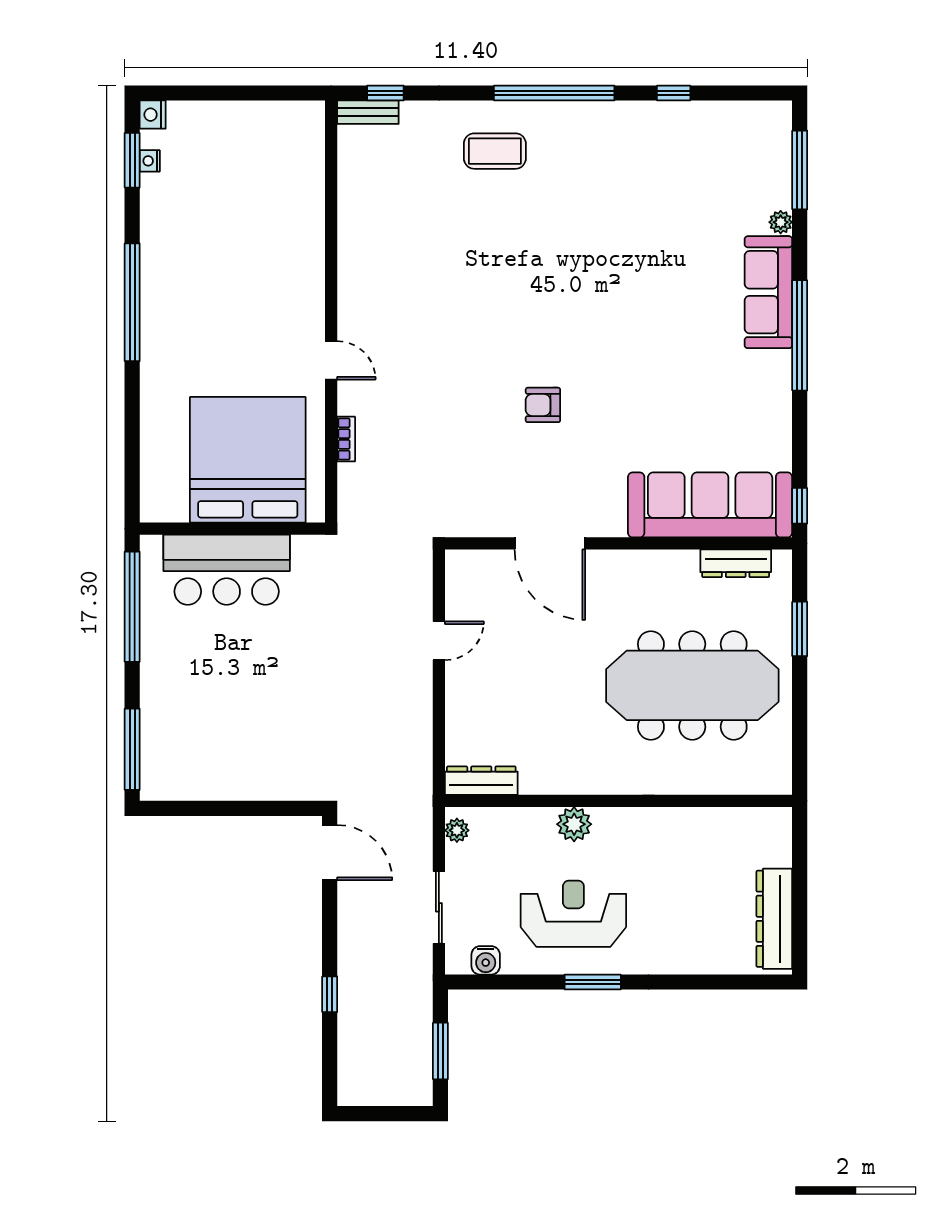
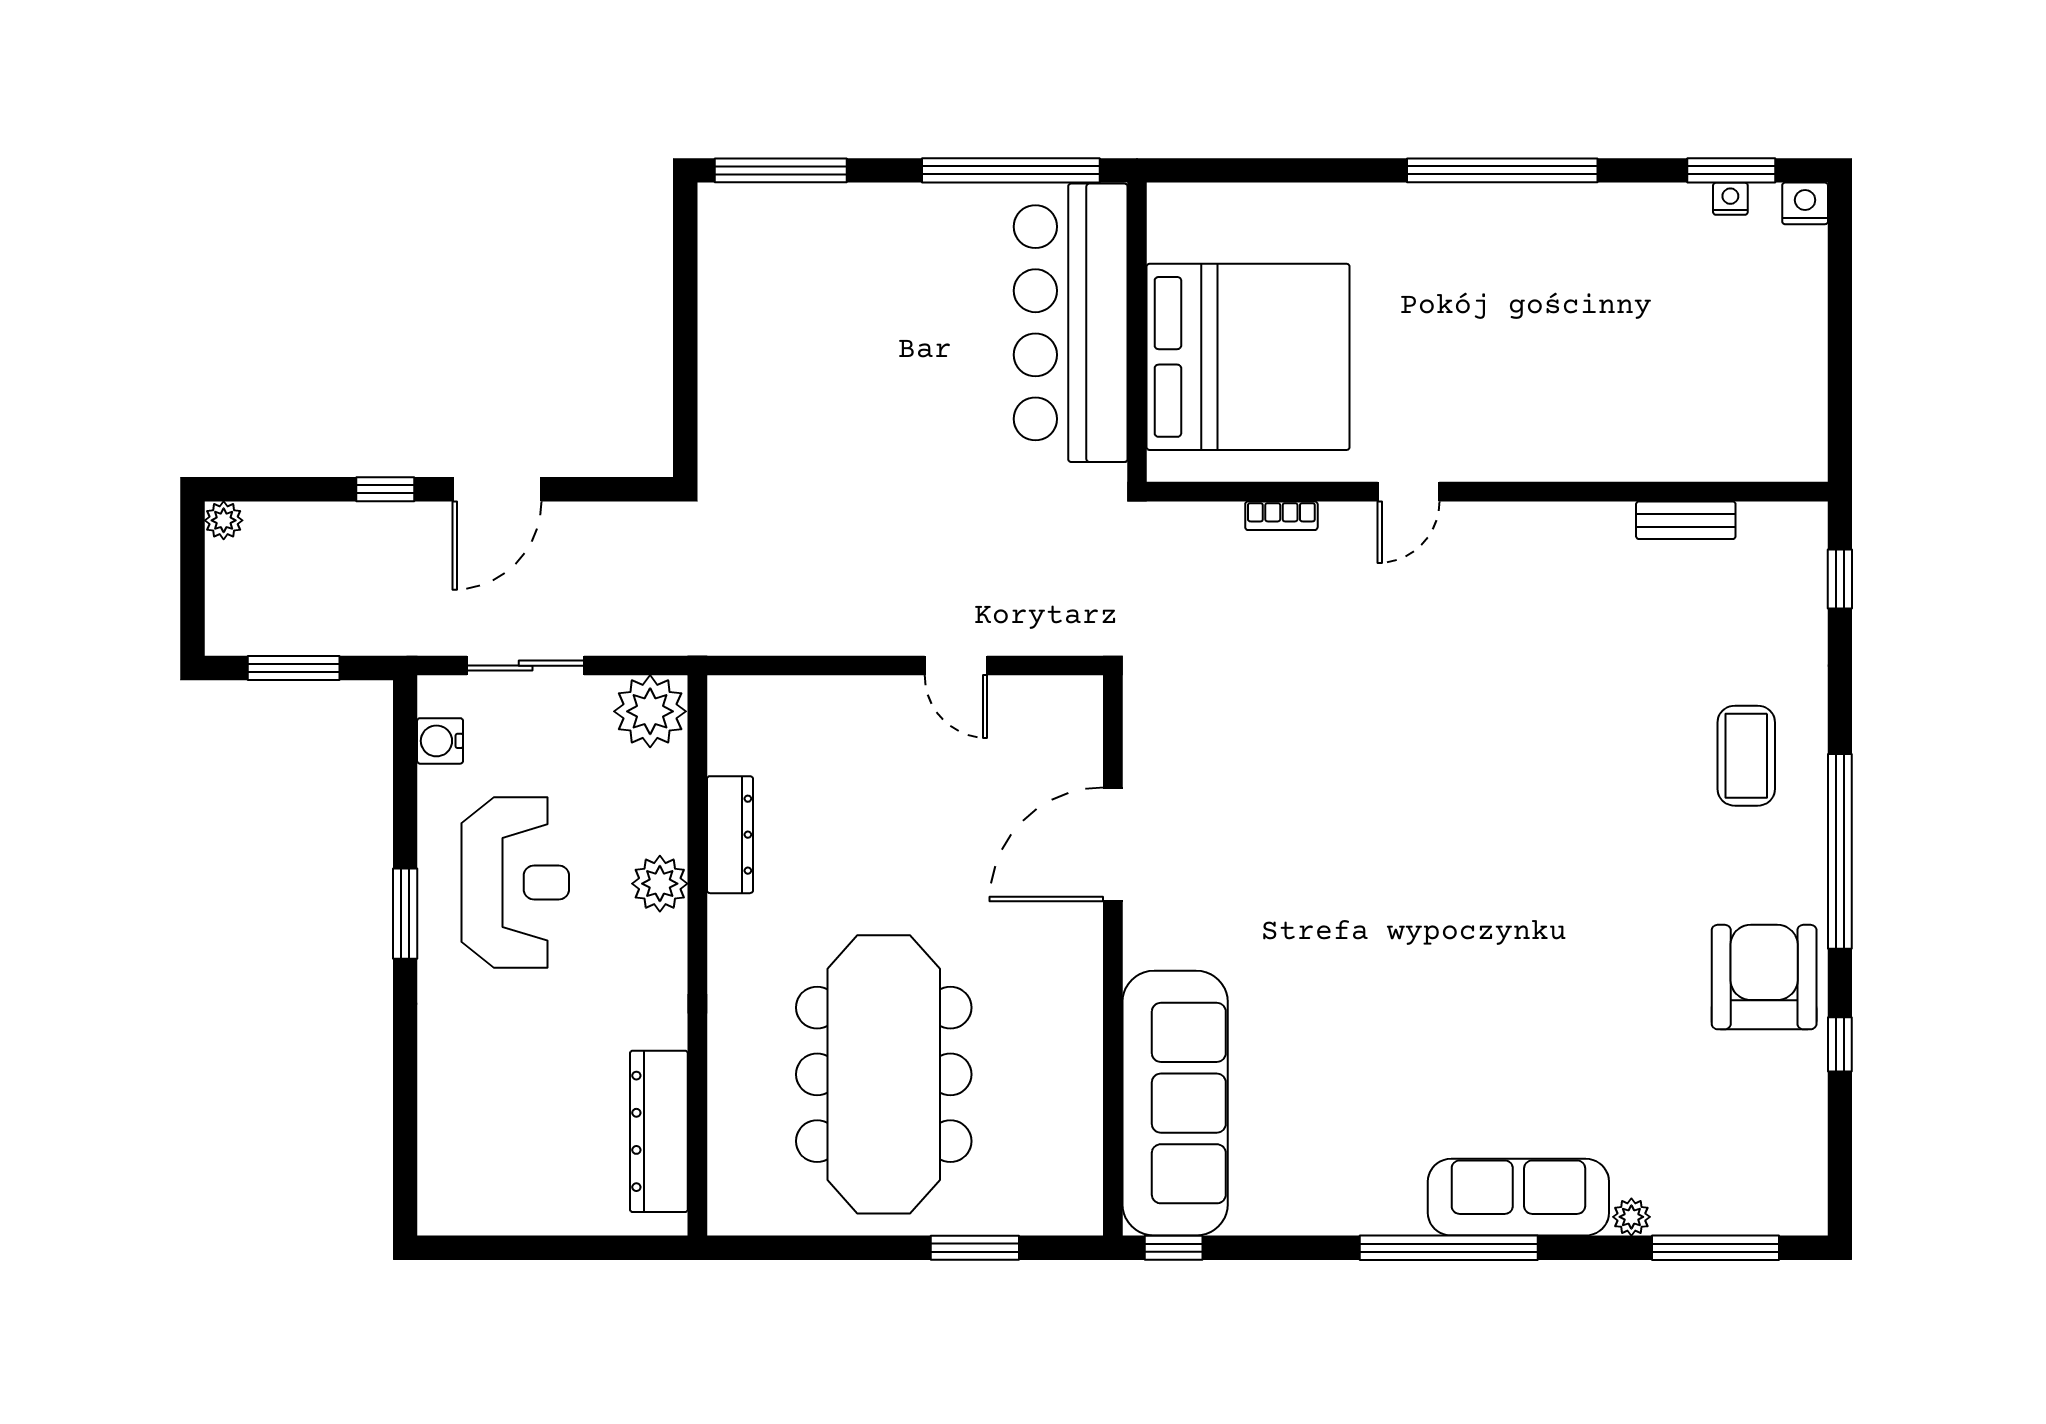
bench: (368, 112) -> (1686, 520), moved, turned 90
armchair: (543, 405) -> (1764, 977), moved, width x1.88, depth x1.88
dresser: (736, 563) -> (1081, 1144), removed
bar counter: (227, 570) -> (1071, 323), width x1.36
dresser: (481, 781) -> (730, 835), moved
plant: (457, 830) -> (650, 711), width x1.88, depth x1.88
door: (330, 853) -> (497, 489), moved
dresser: (774, 919) -> (659, 1131), moved, turned -90
plant: (349, 1094) -> (224, 520), added

